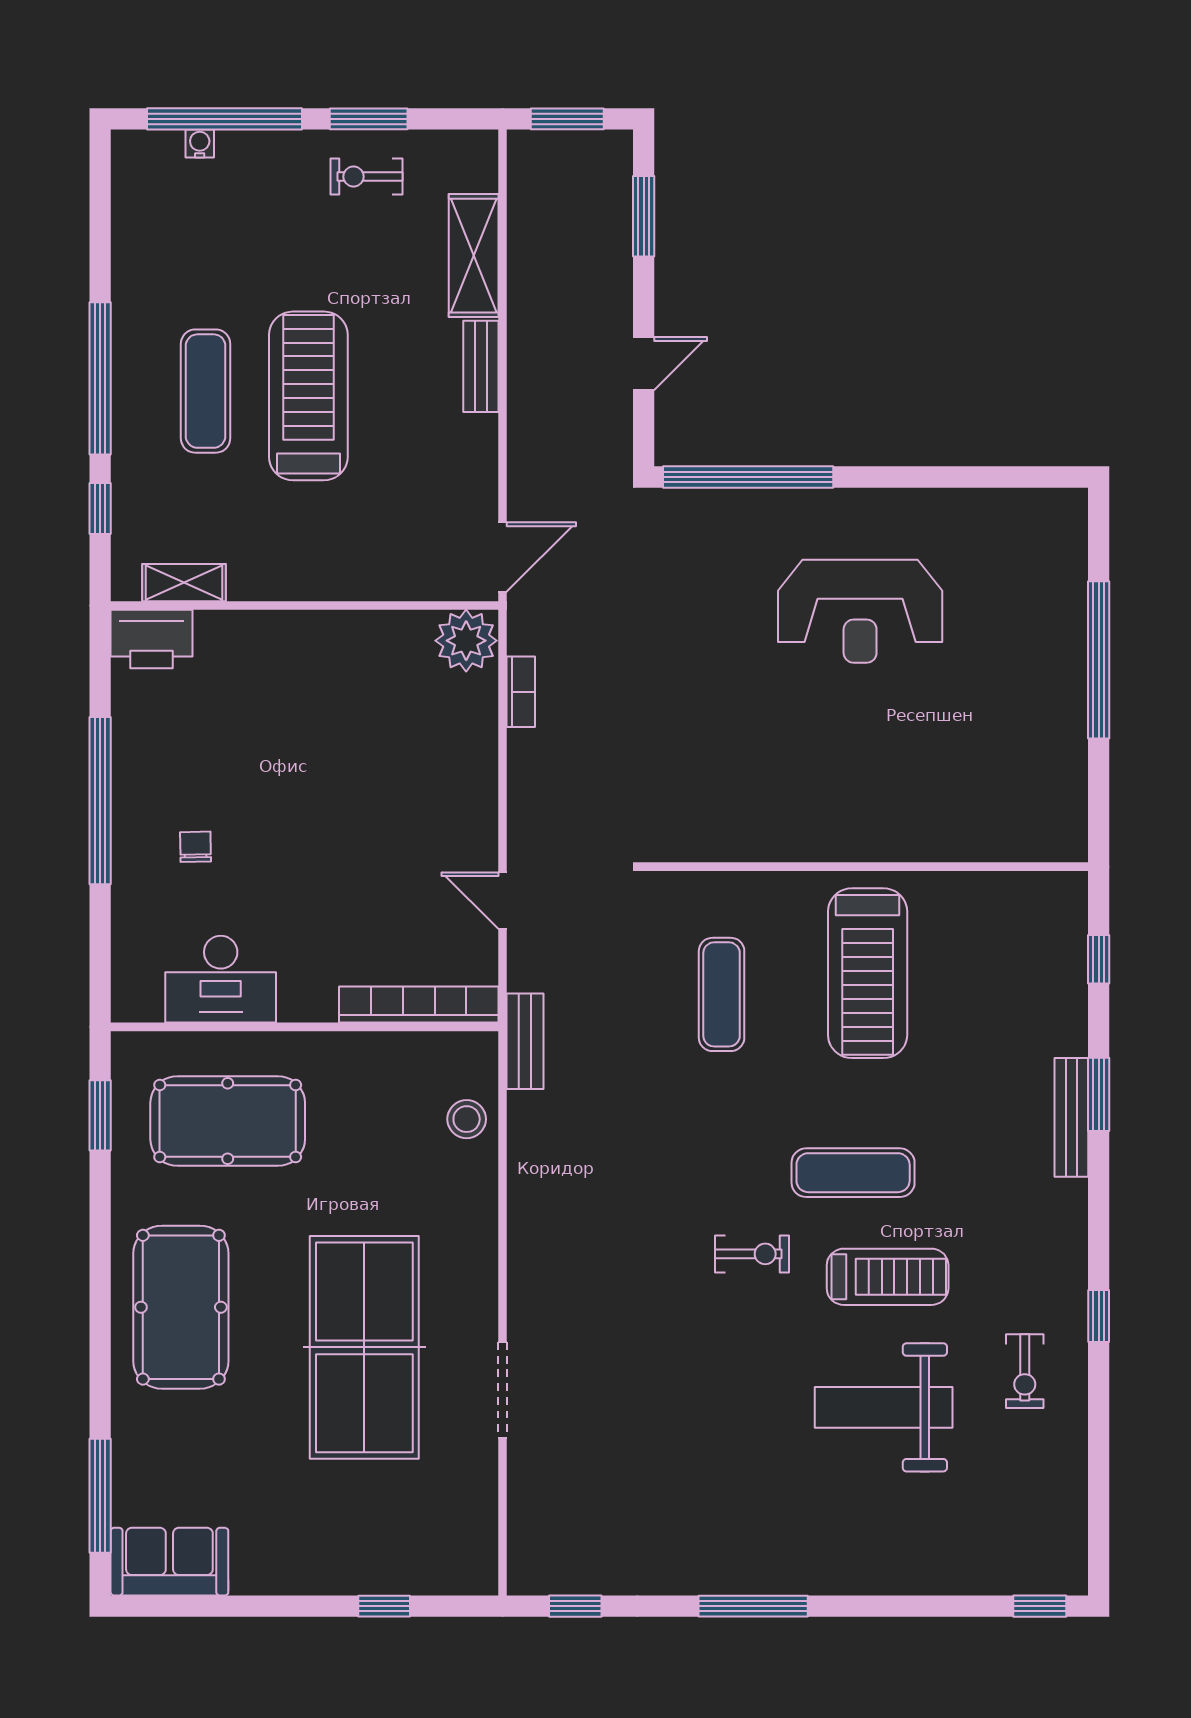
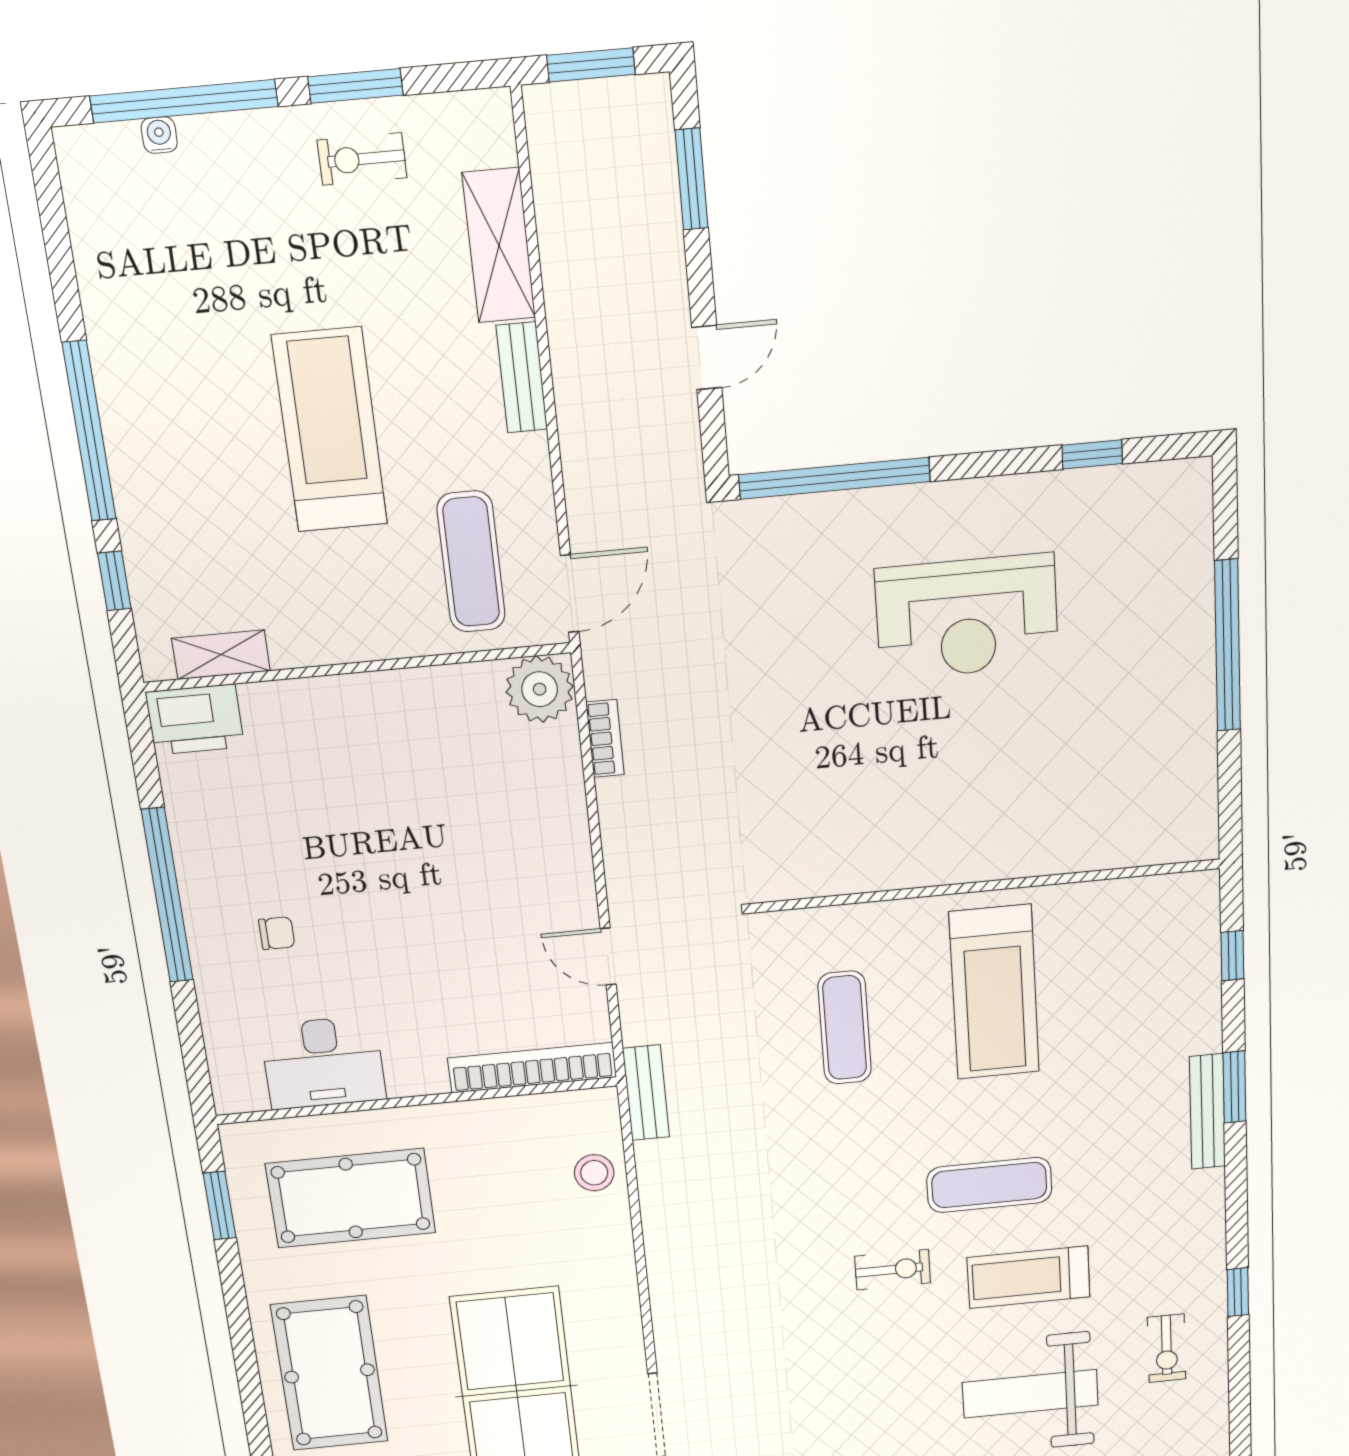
exercise mat: (206, 391) -> (471, 562), moved
window: (980, 477) -> (1092, 454), added
chair: (196, 847) -> (277, 933), turned 91
treadmill: (888, 1277) -> (1029, 1277), turned 180

